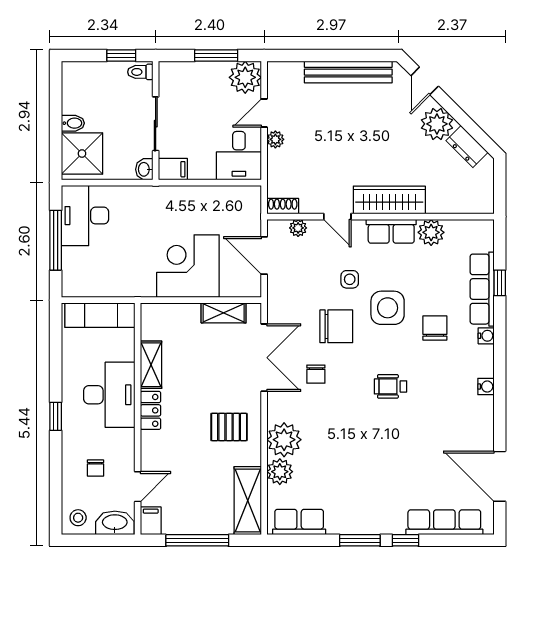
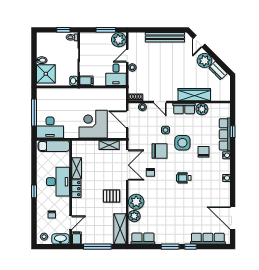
wardrobe: (389, 200) -> (194, 95), moved
desk: (85, 216) -> (50, 128), moved, turned -90

